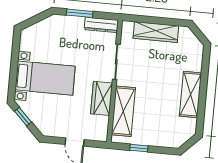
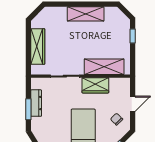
dresser: (101, 25) -> (36, 103), moved
chair: (58, 121) -> (117, 119), added
window: (139, 148) -> (133, 36), moved

